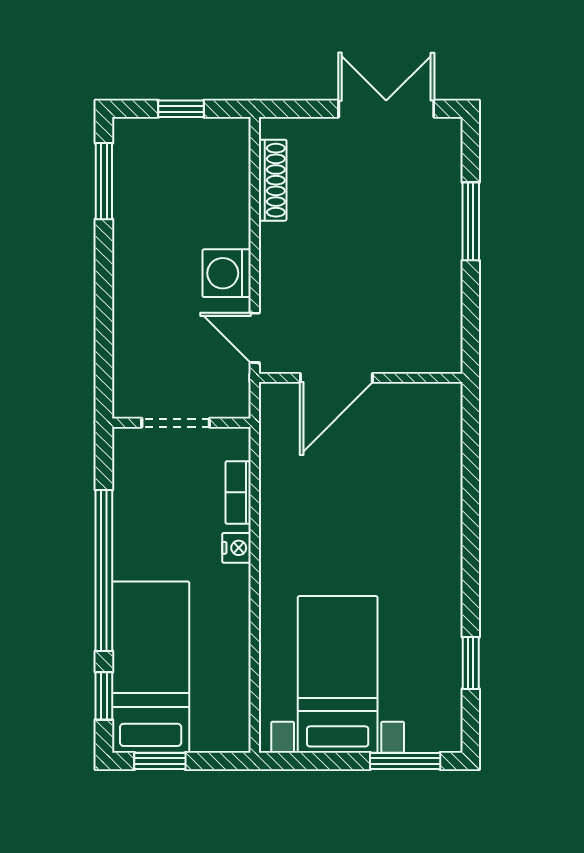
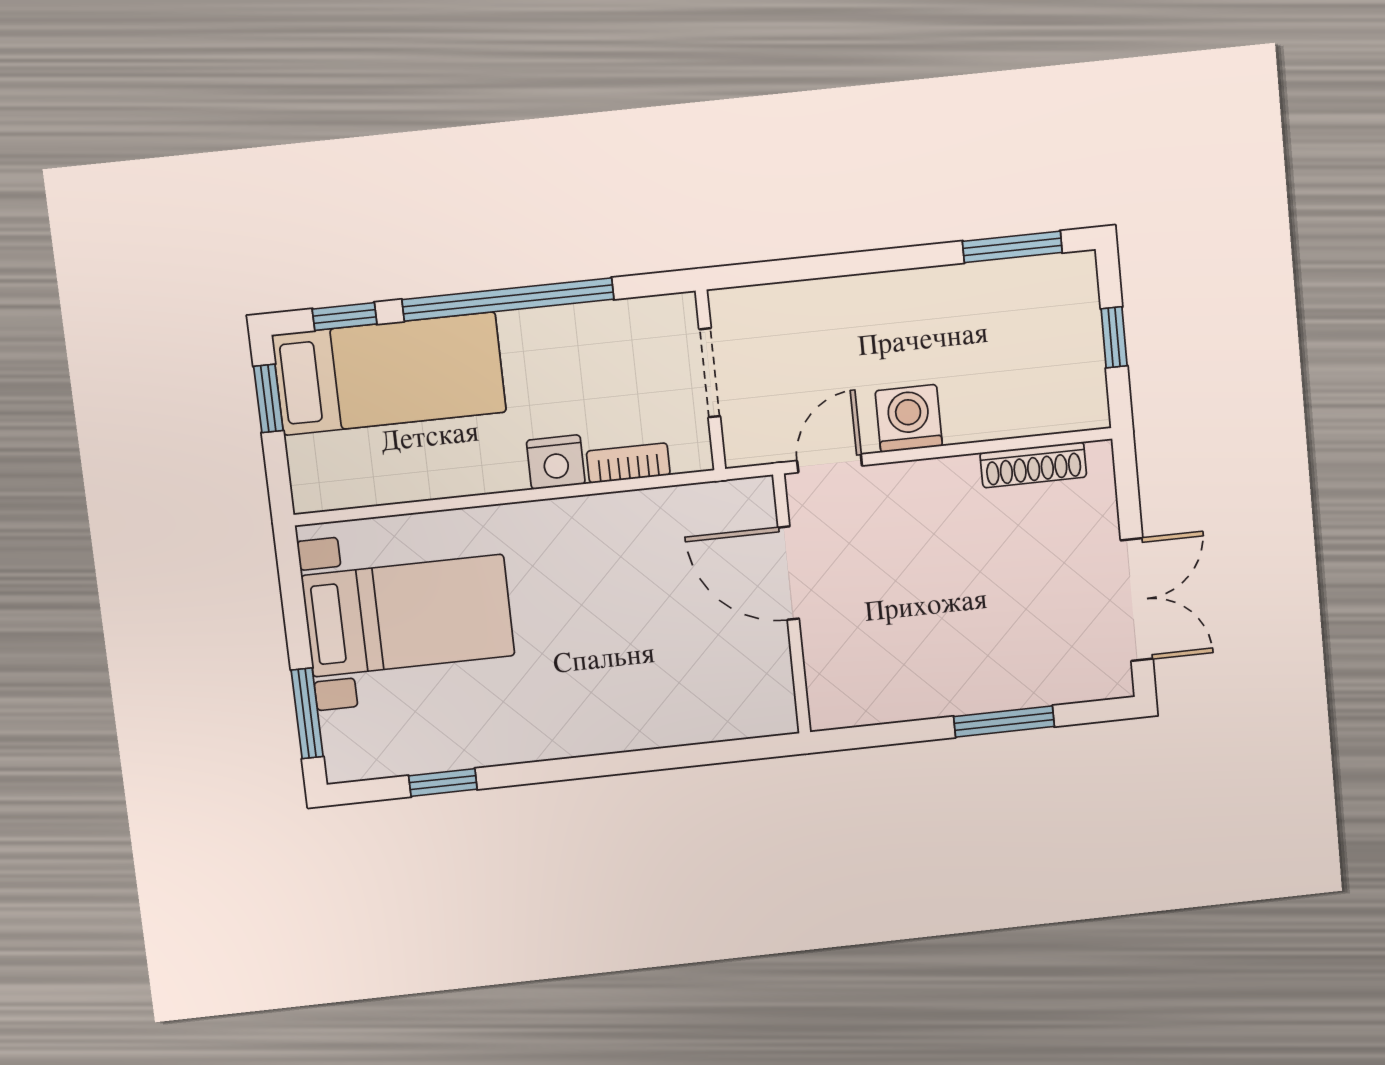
nightstand: (236, 548) -> (556, 462), width x1.39, depth x1.35

